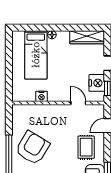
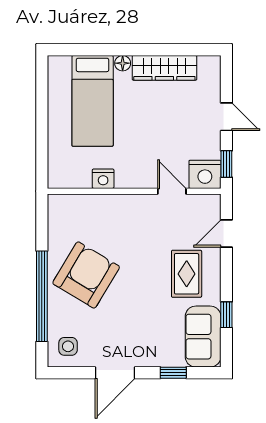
wardrobe: (87, 37) -> (164, 68), moved
nightstand: (97, 83) -> (205, 174), moved, turned 90

